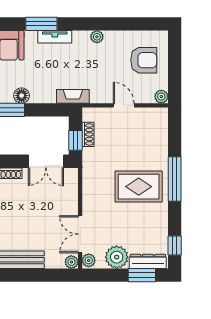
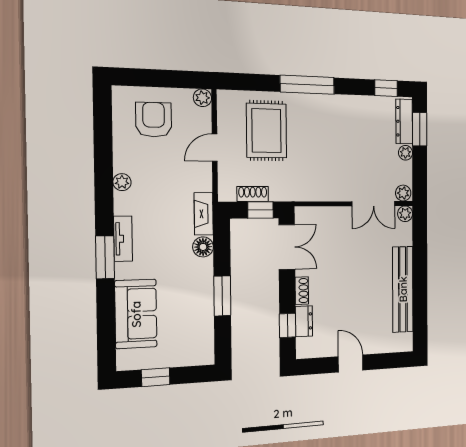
floor lamp: (22, 96) -> (203, 247), moved
rug: (139, 187) -> (266, 131), moved
plant: (117, 257) -> (405, 153), width x0.53, depth x0.53

